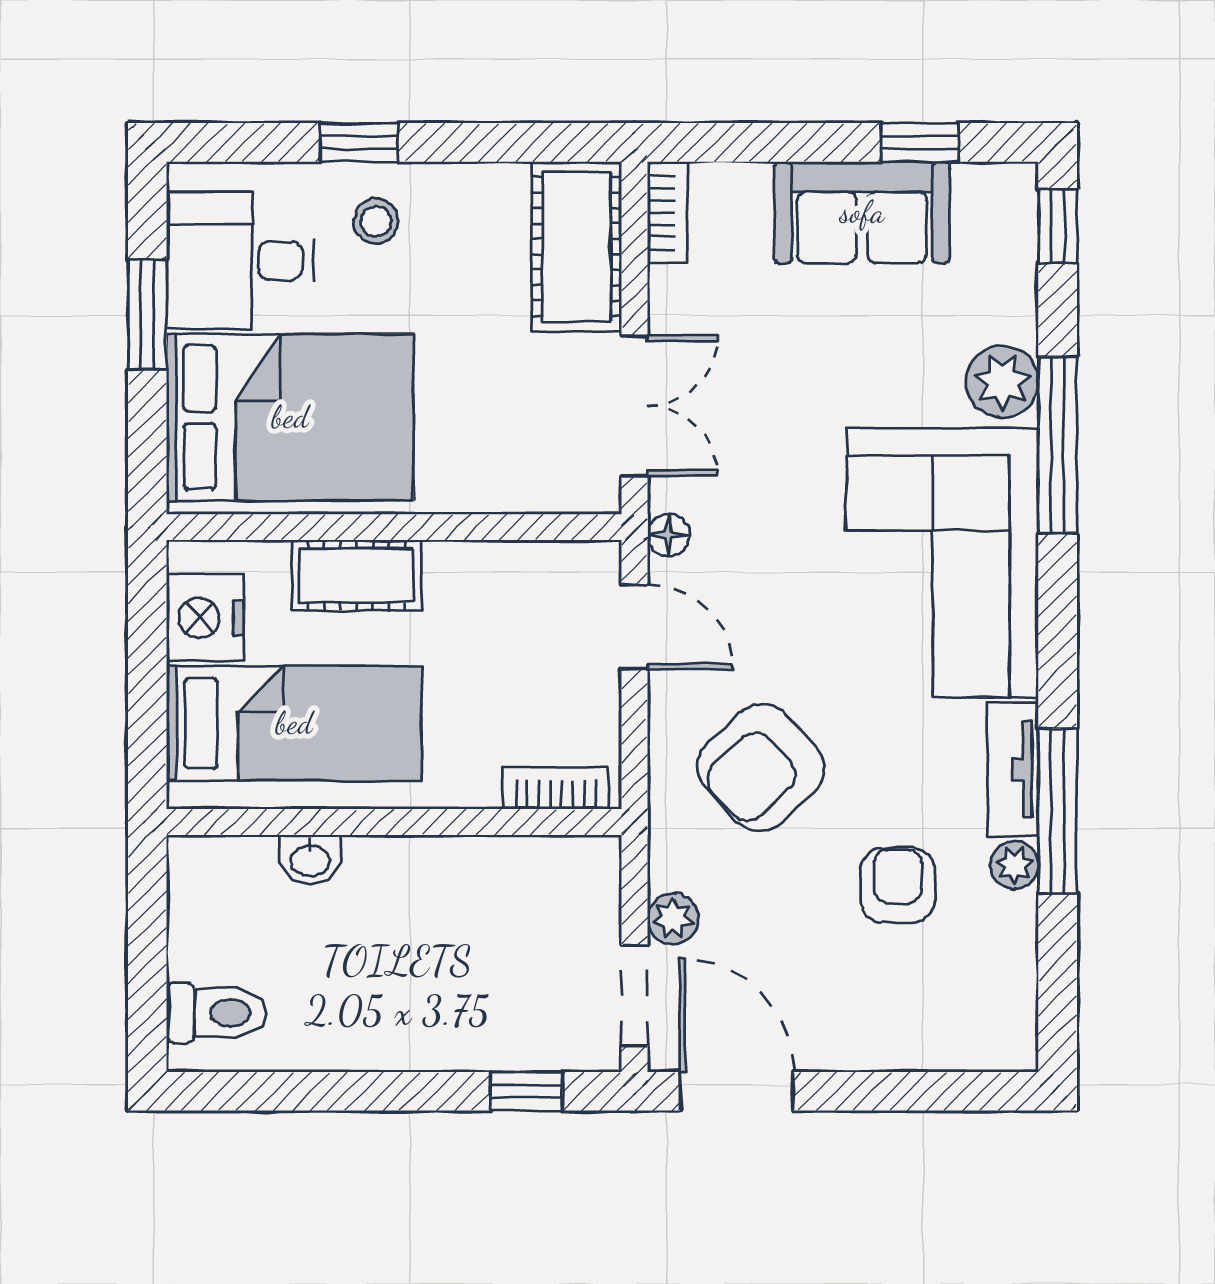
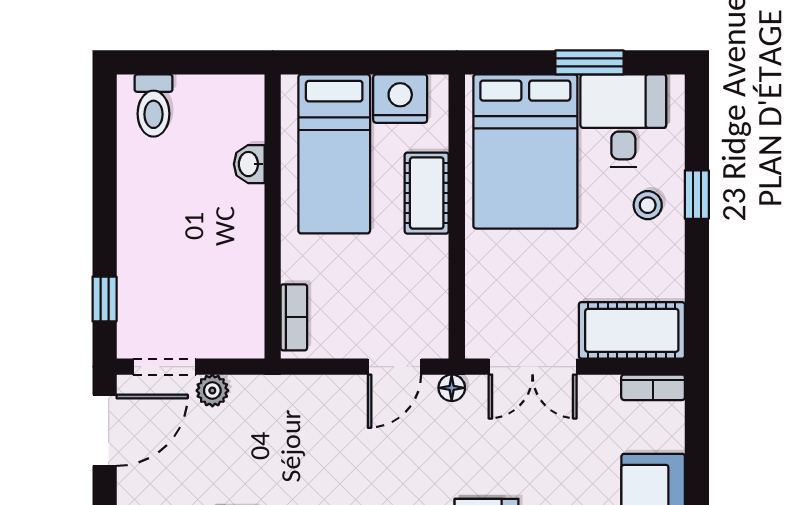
armchair: (761, 768) -> (307, 445), removed

